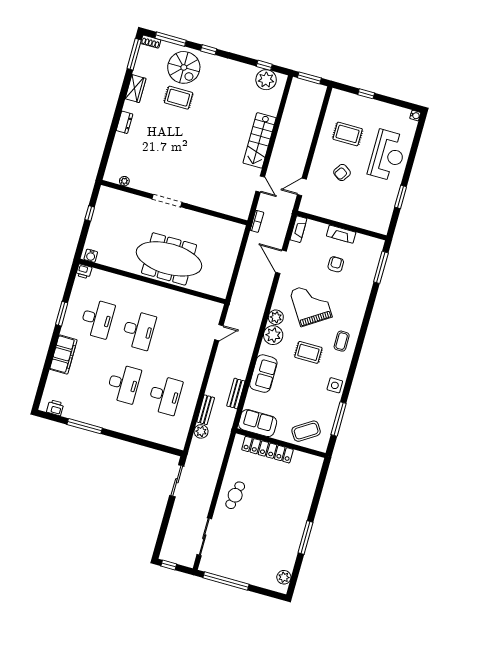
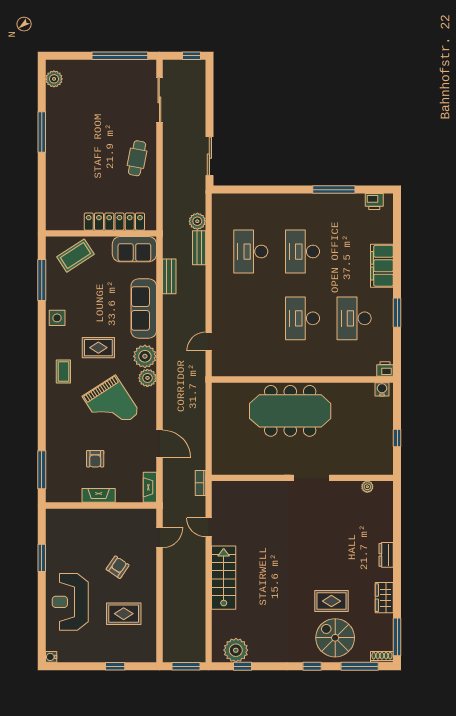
sofa: (263, 374) -> (144, 308), width x1.36

